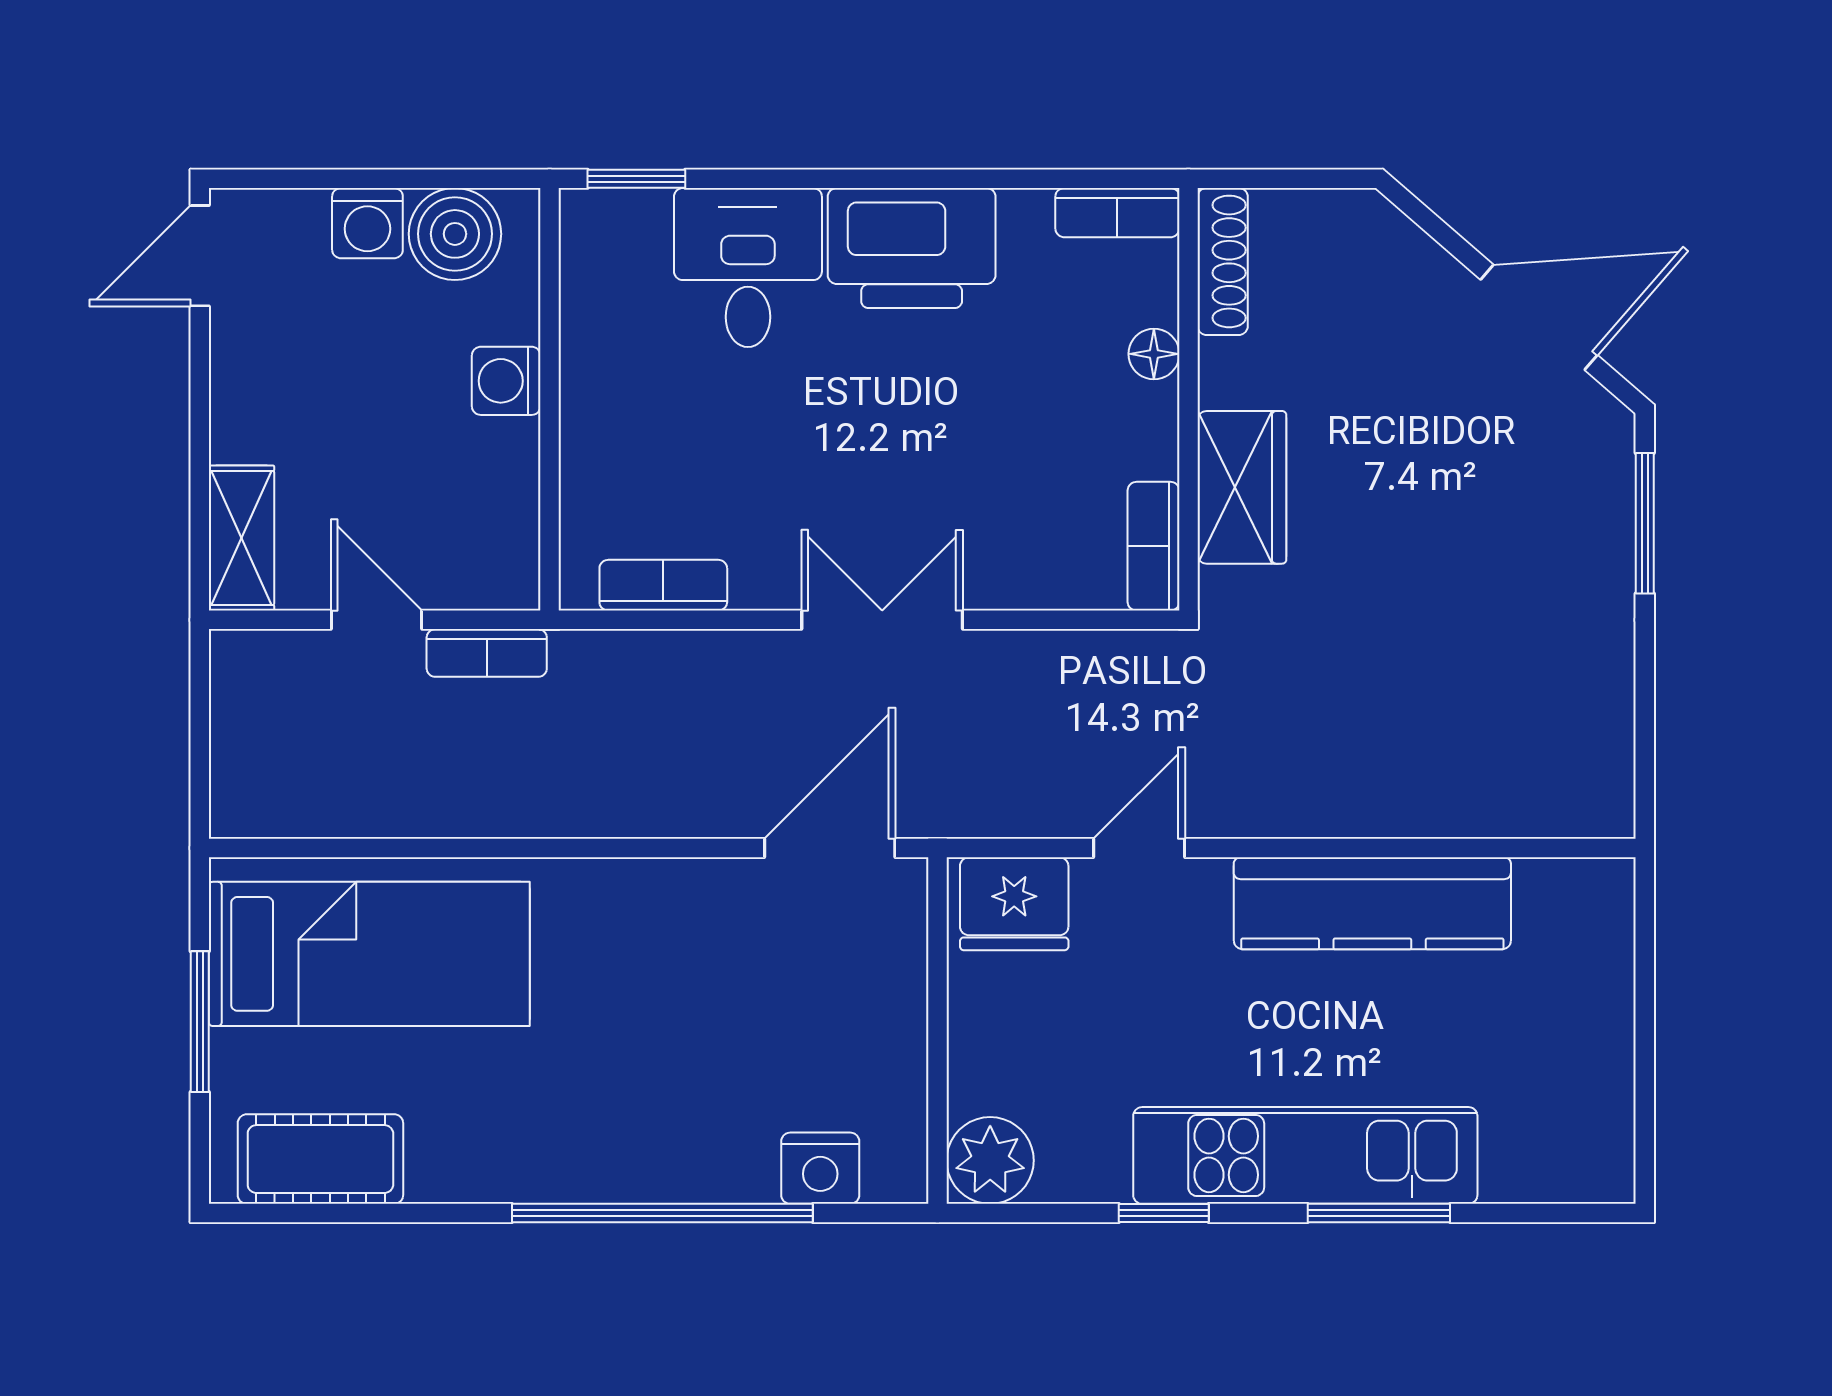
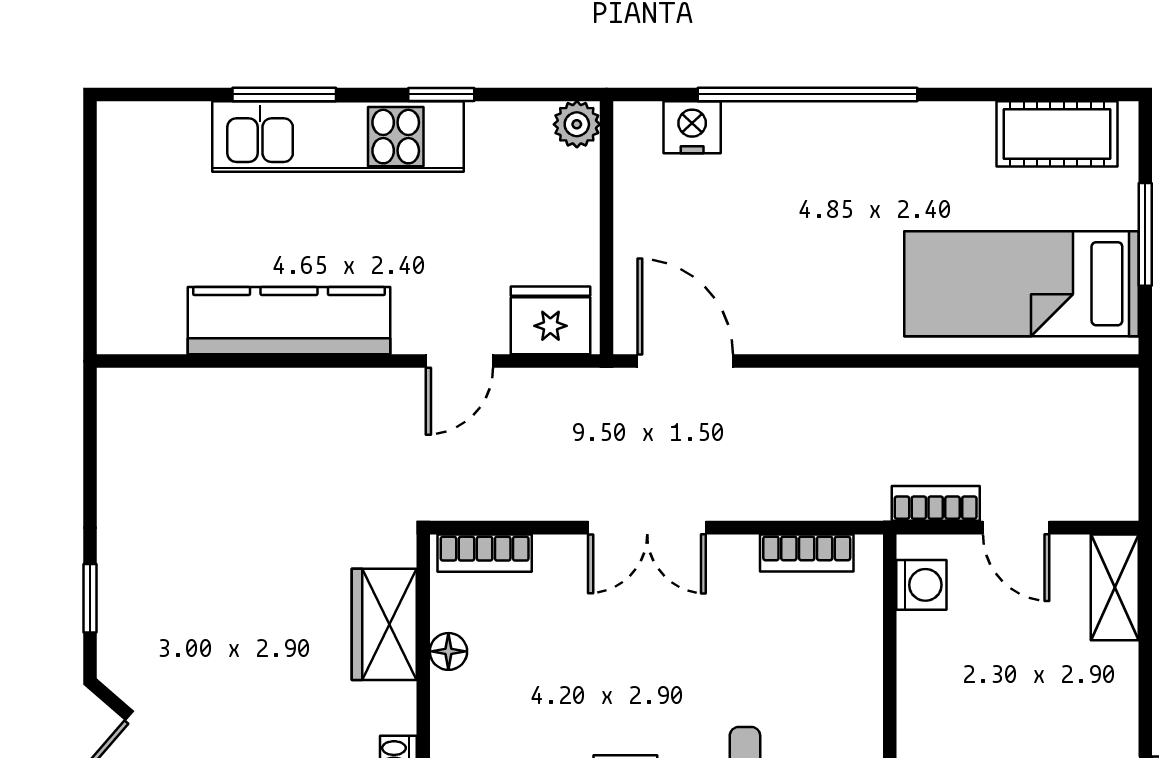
floor lamp: (1154, 354) -> (448, 651), moved
washing machine: (506, 381) -> (921, 585), moved
window: (1645, 523) -> (90, 598), width x0.67
bookcase: (1154, 546) -> (485, 553), moved, turned 90
door: (830, 848) -> (685, 361), swing flipped
plant: (990, 1160) -> (577, 124), width x0.73, depth x0.73

